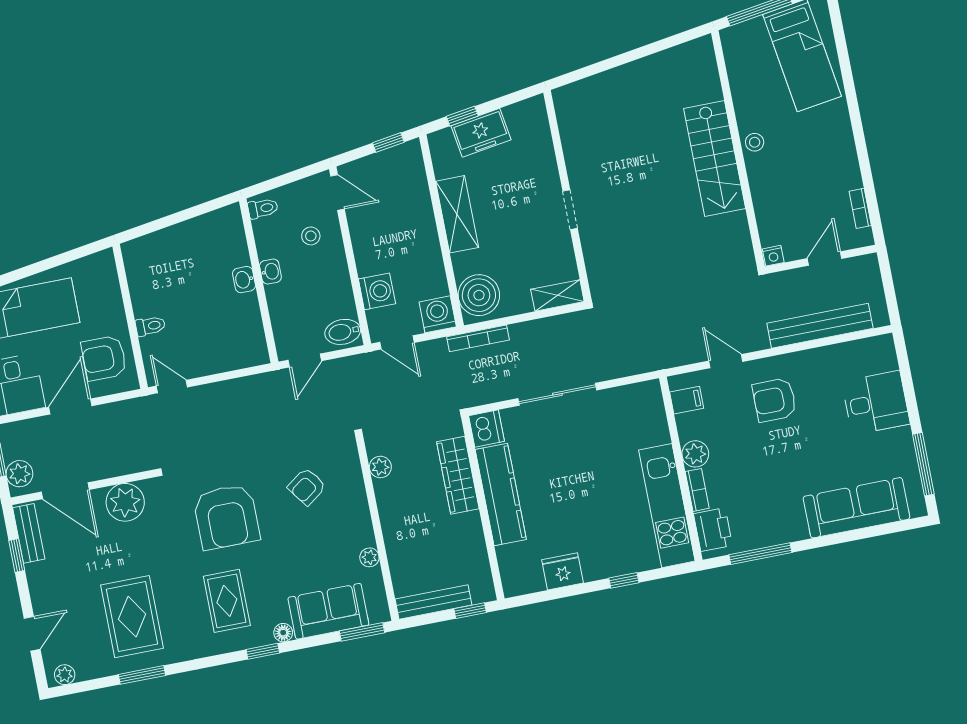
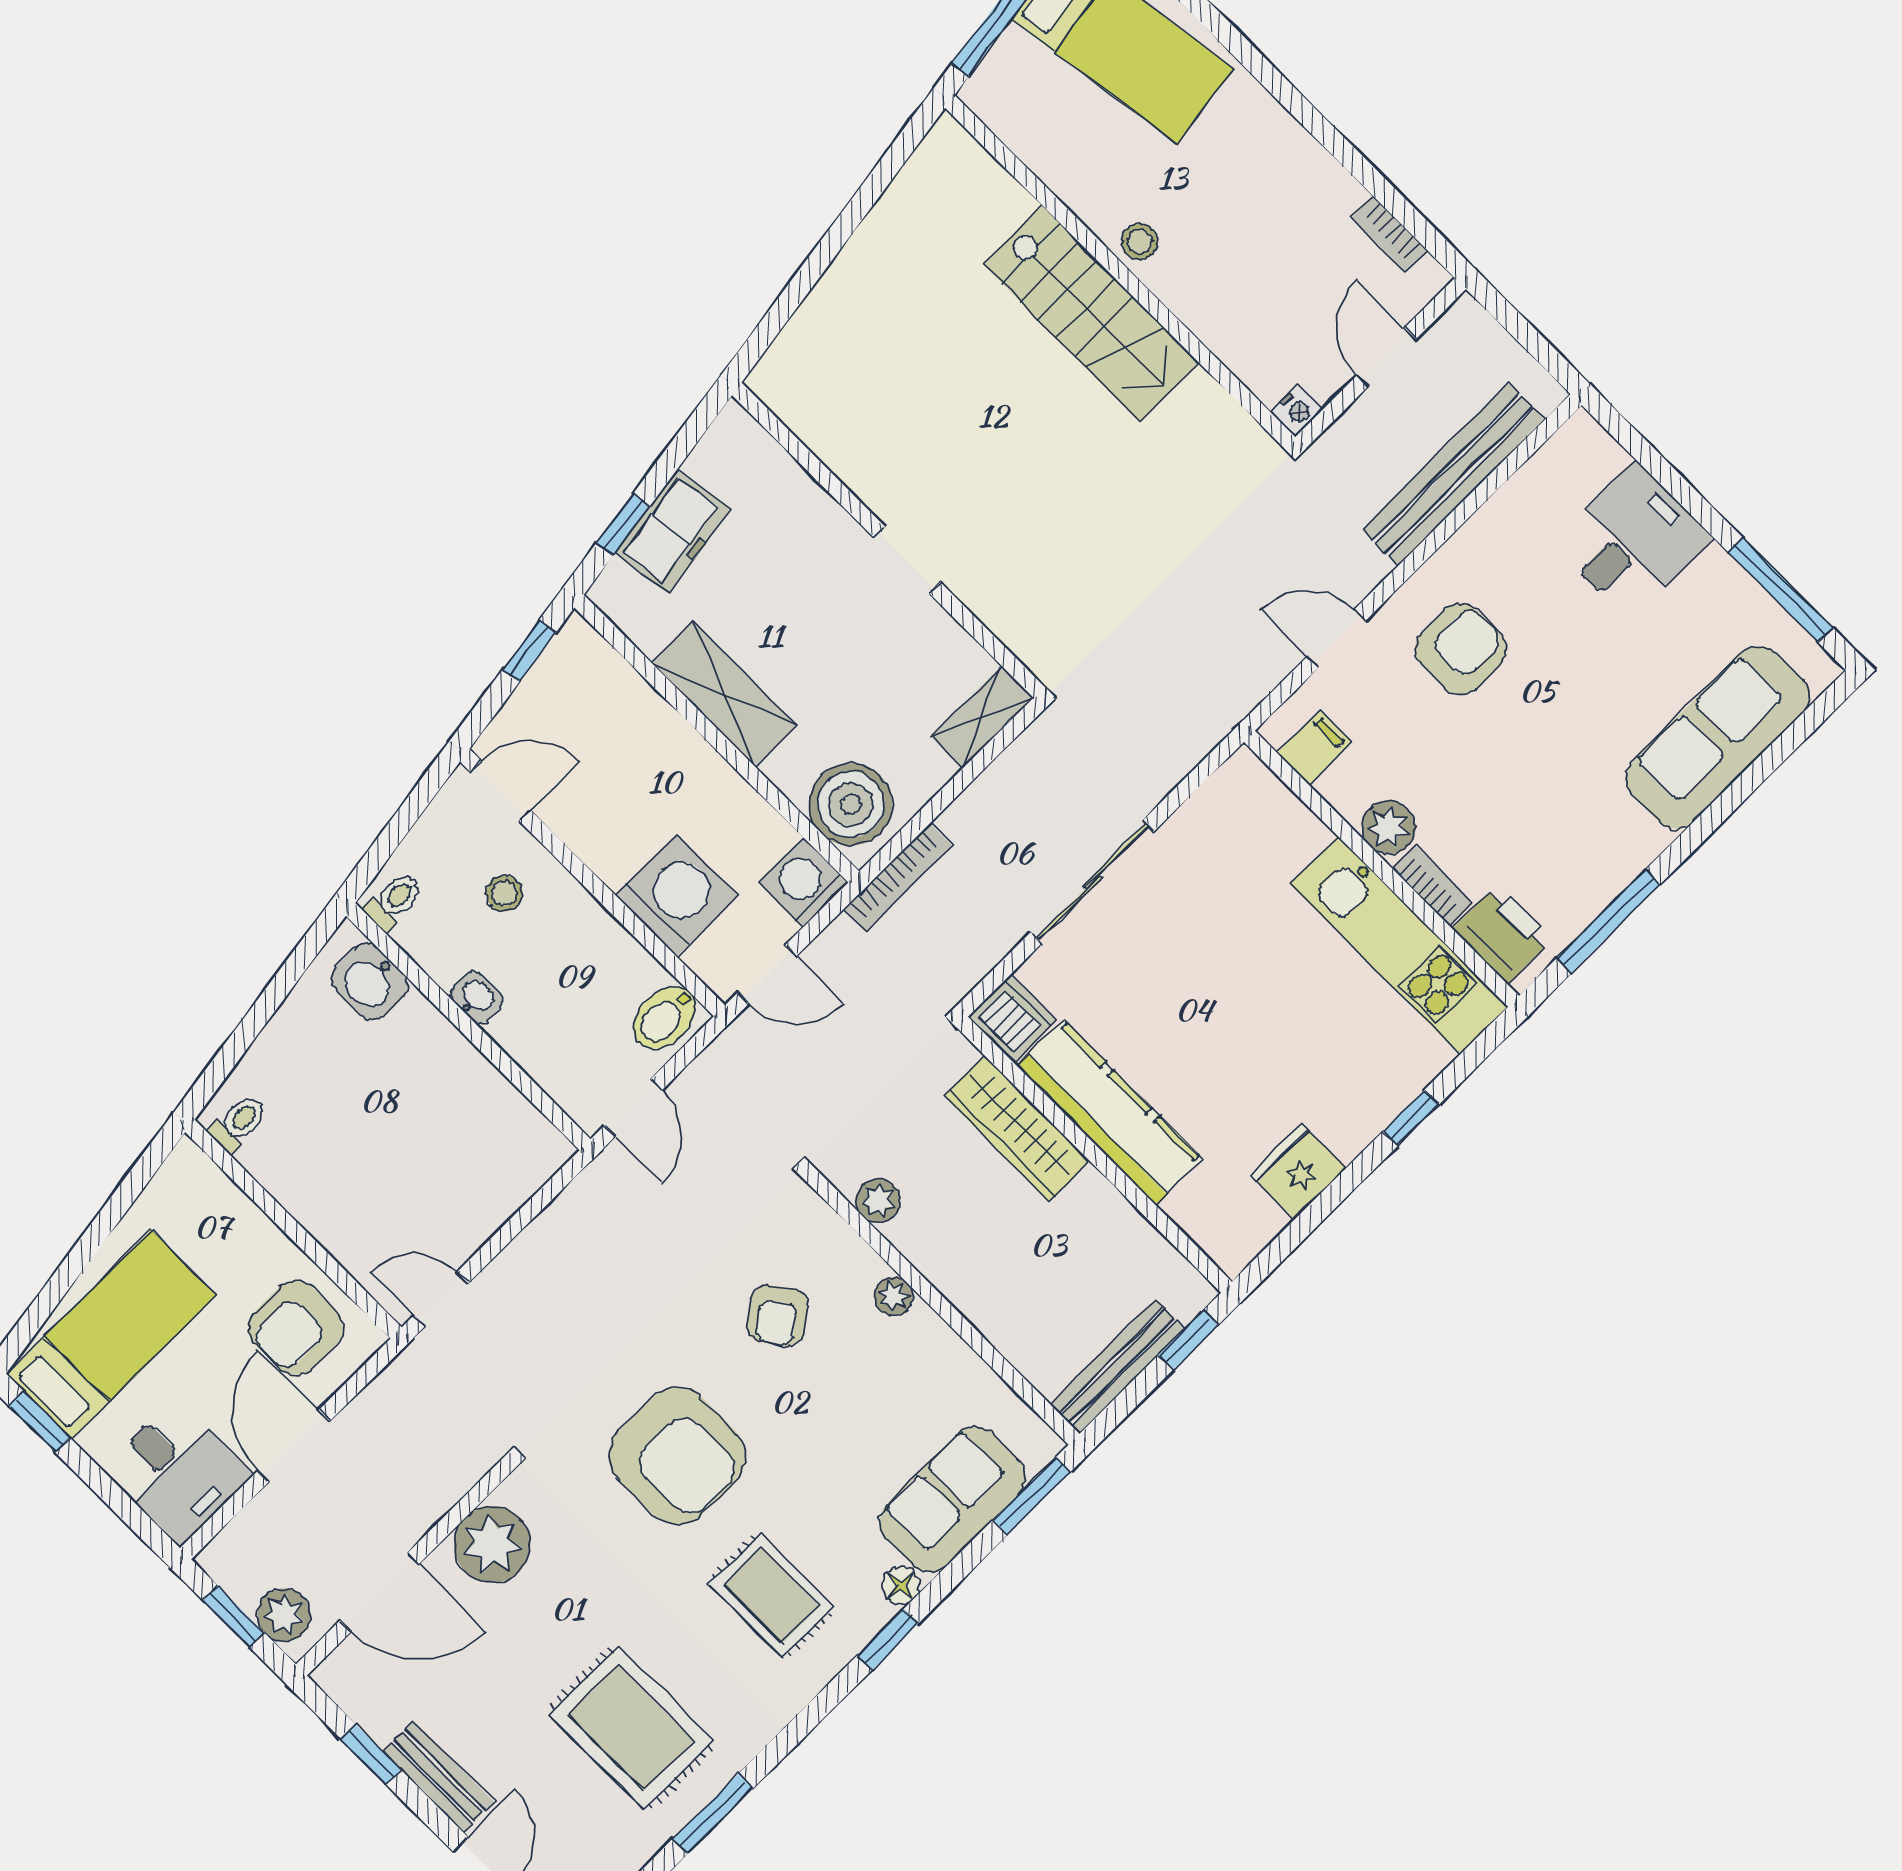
washbasin: (244, 280) -> (370, 982), moved, width x1.38, depth x1.45
washing machine: (377, 291) -> (677, 895), width x1.37, depth x1.37
toilet: (150, 326) -> (238, 1123), moved
armchair: (774, 400) -> (1460, 649), turned 180
bench: (29, 533) -> (438, 1777), moved
plant: (369, 557) -> (894, 1296), moved

